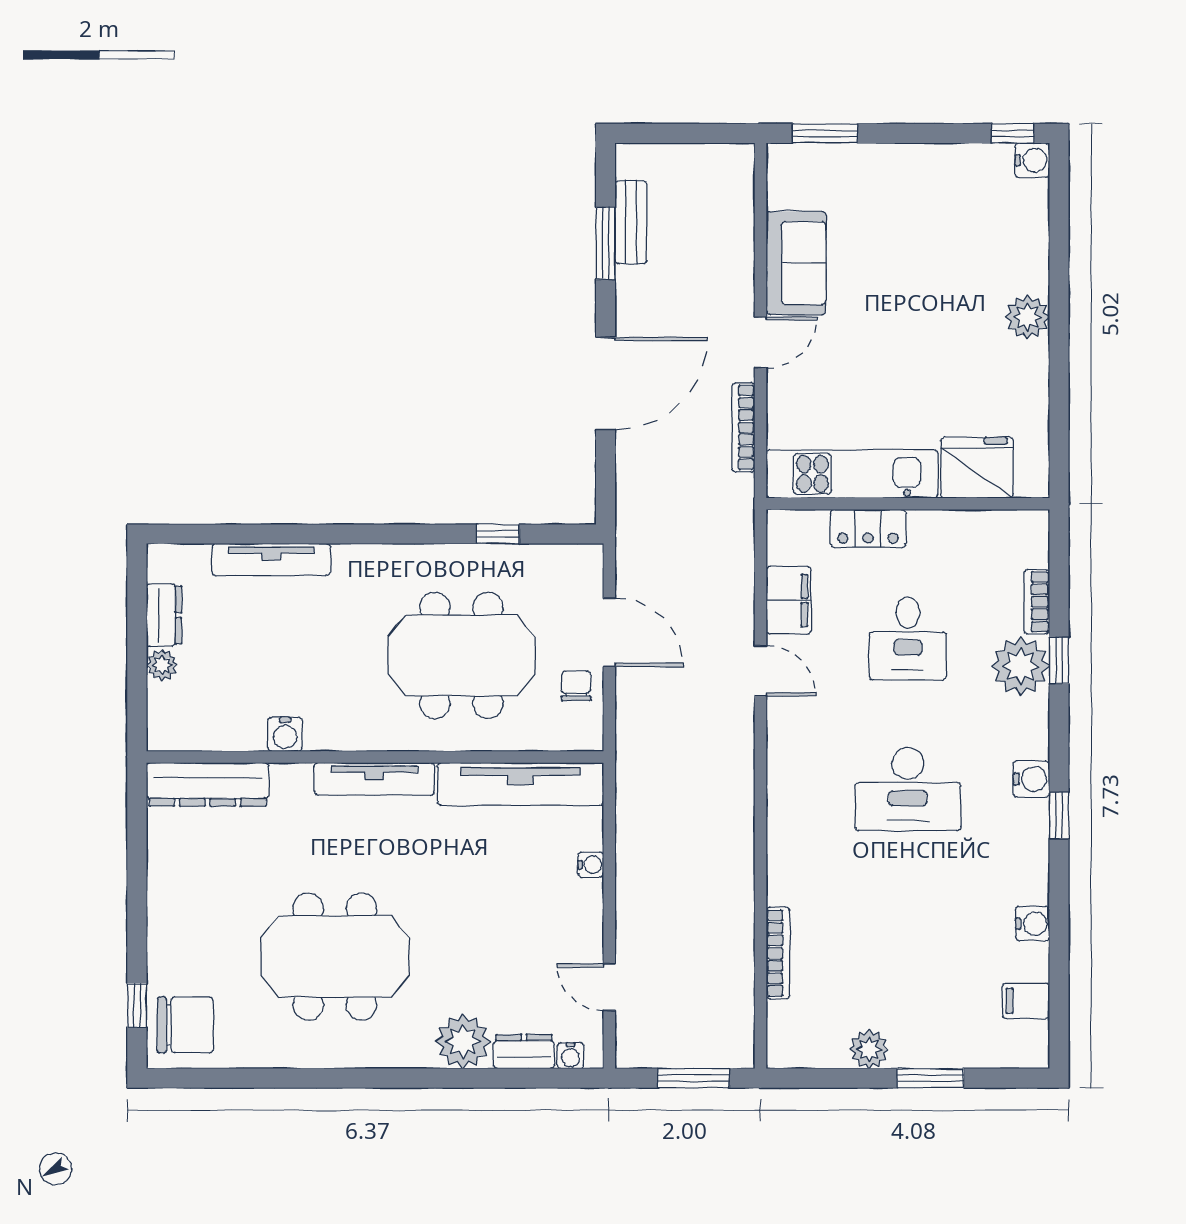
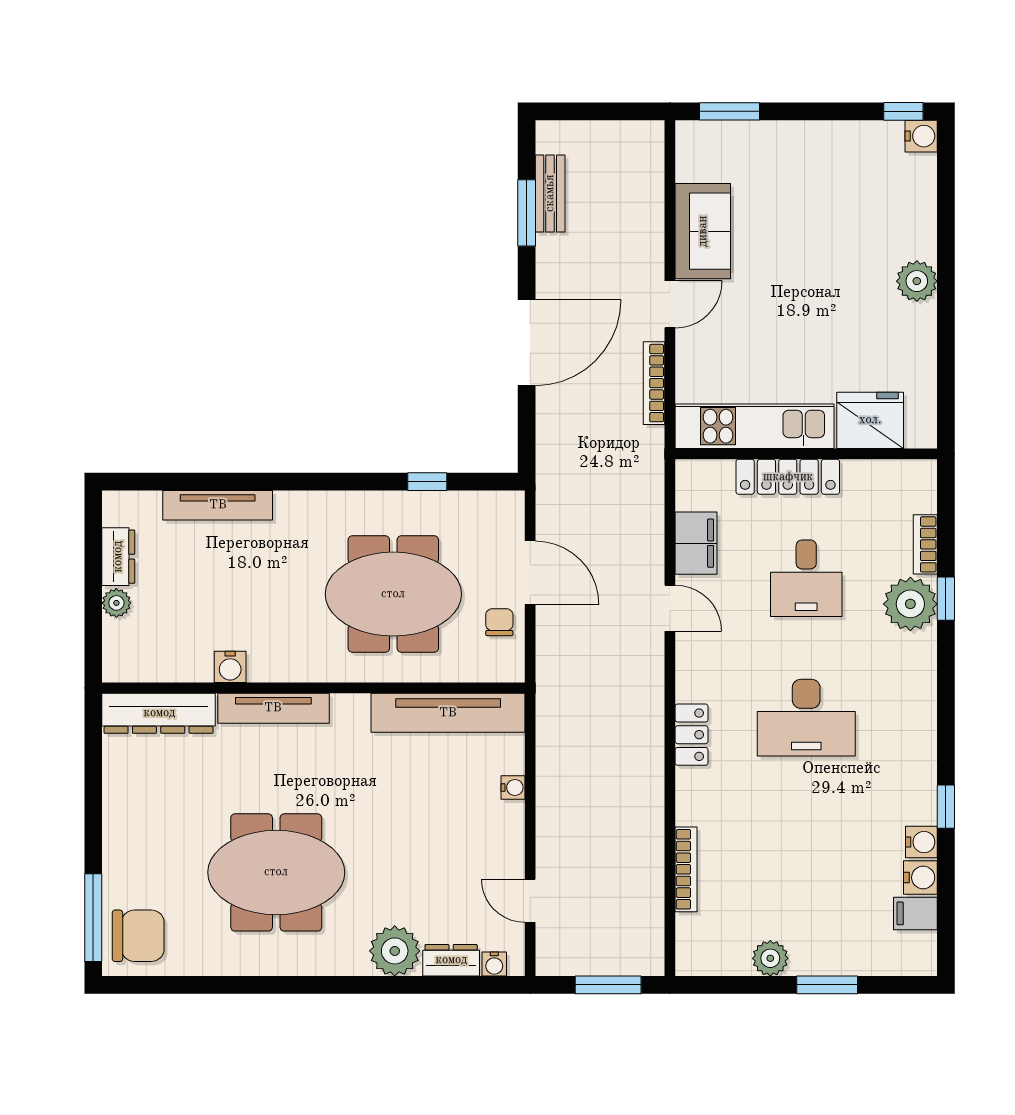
locker: (868, 529) -> (788, 477), width x1.53
tv unit: (374, 779) -> (273, 708), moved
water cooler: (1031, 779) -> (920, 878), moved
locker: (784, 808) -> (692, 735), added
window: (1059, 816) -> (946, 807), moved
window: (137, 1005) -> (93, 918), width x2.17

